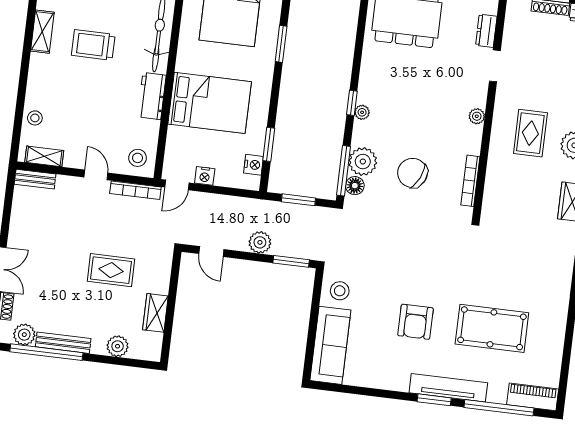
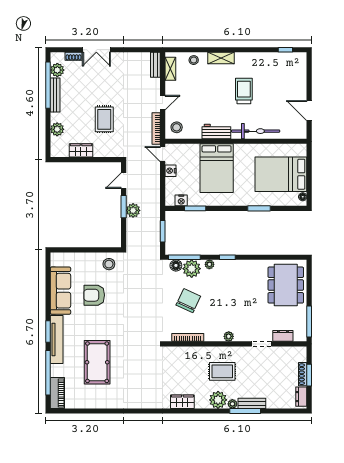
shelving: (42, 32) -> (221, 58), moved
plant: (362, 112) -> (209, 264), moved
window: (291, 261) -> (124, 207), moved
armchair: (416, 322) -> (94, 295), moved
sofa: (330, 345) -> (60, 291), moved, turned -90

